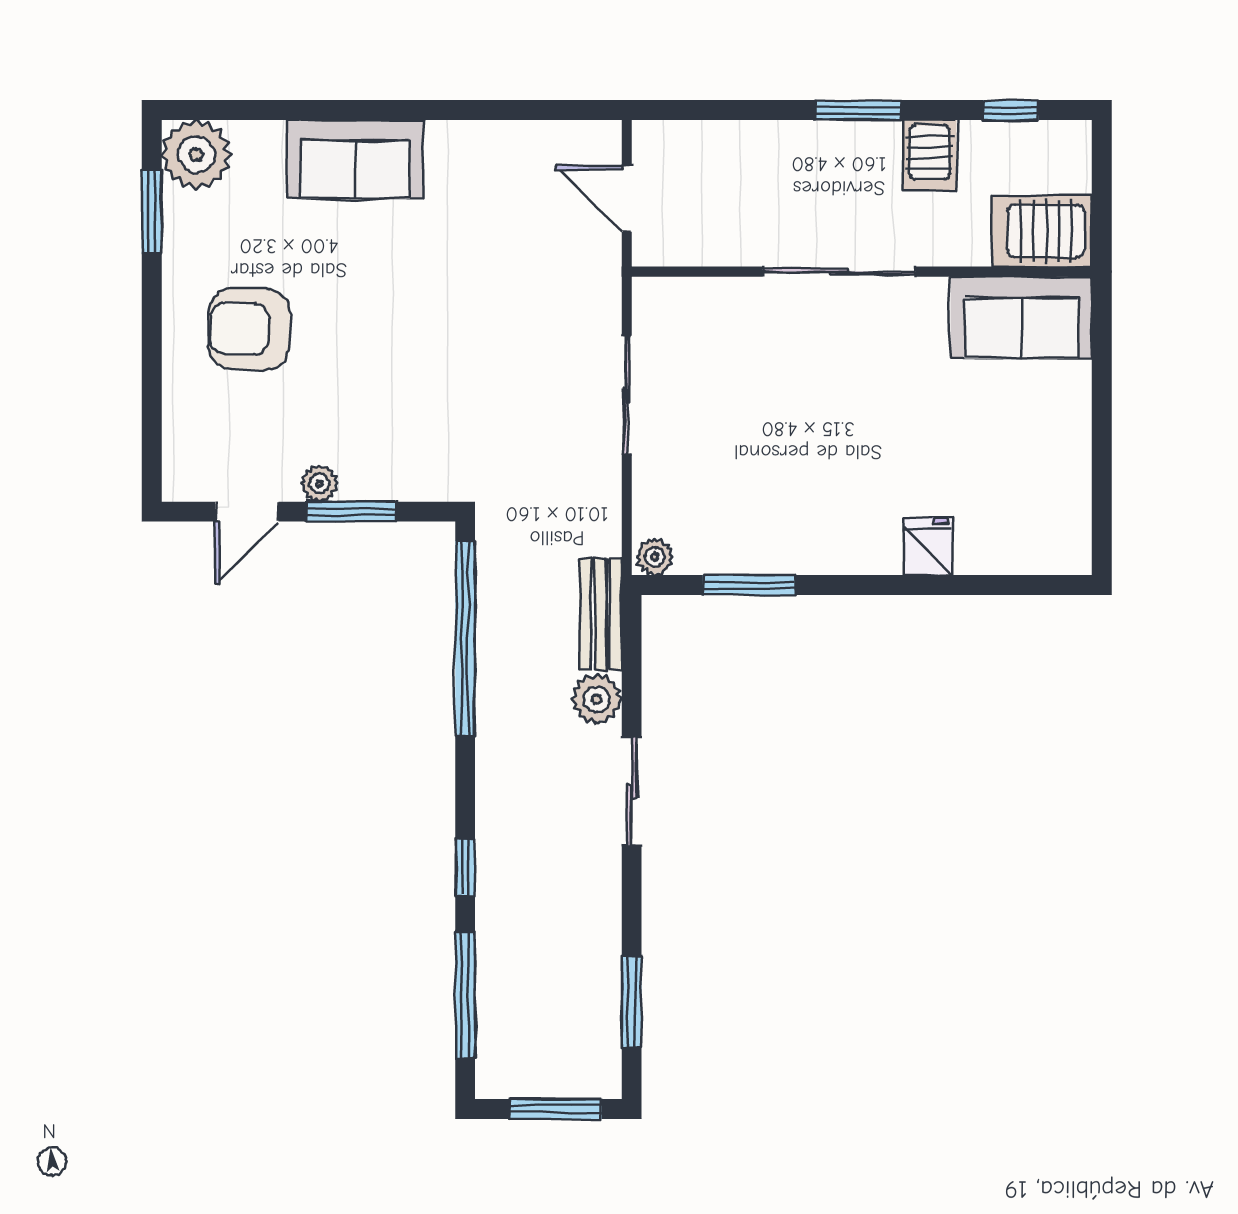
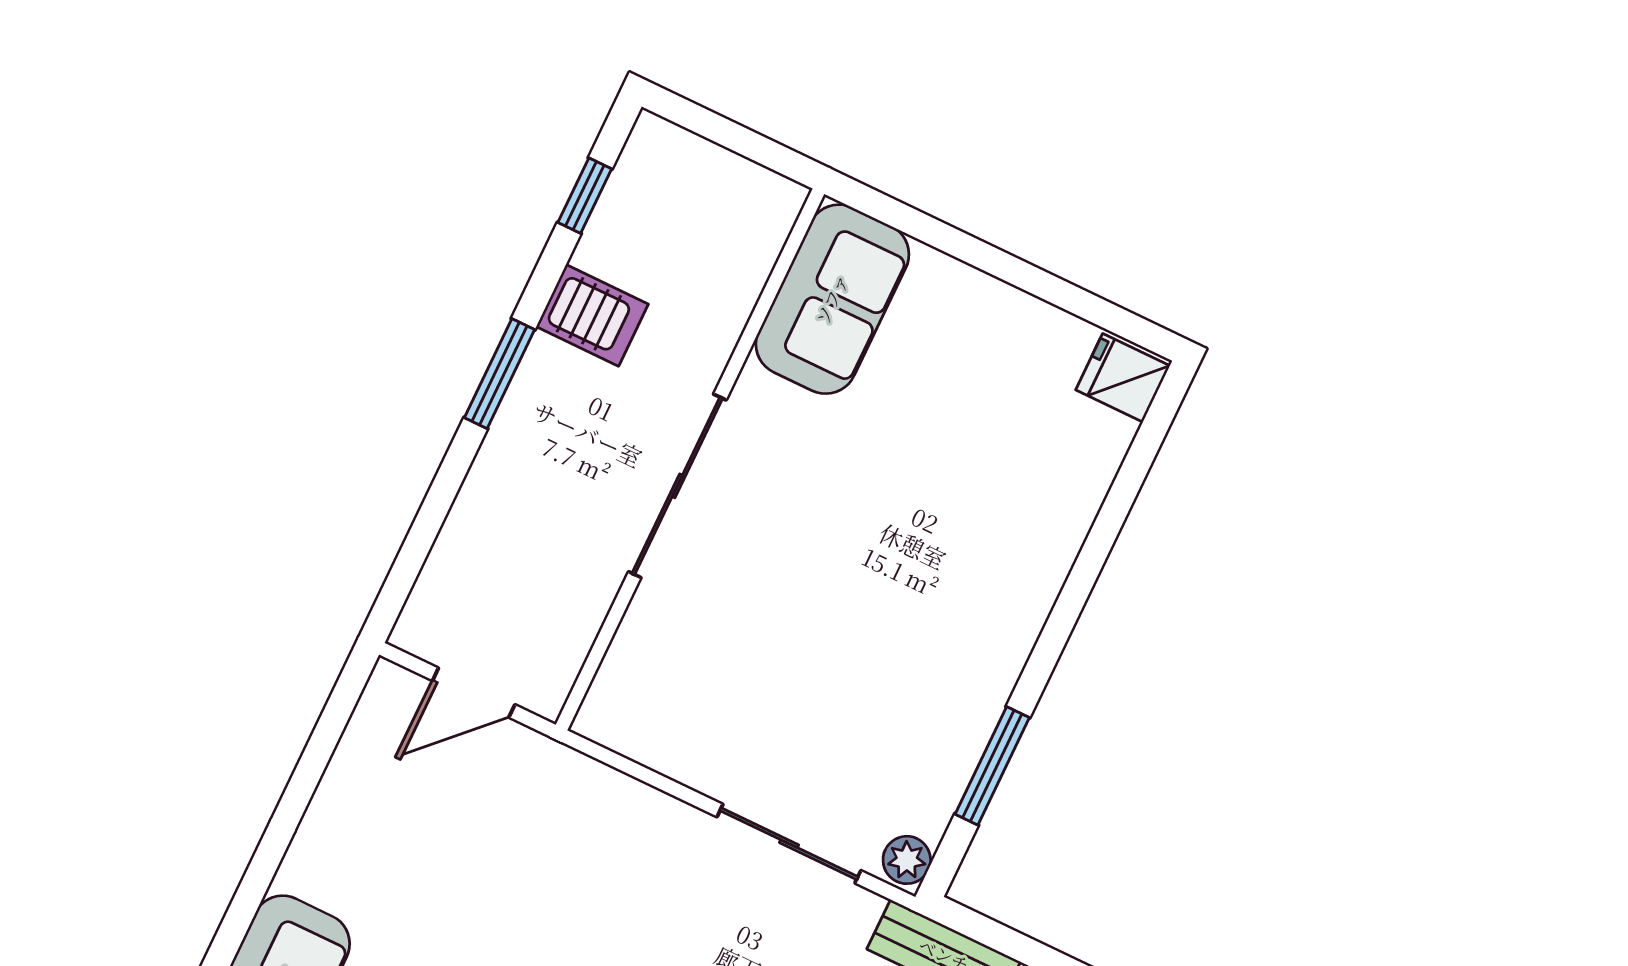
server rack: (1042, 231) -> (743, 227), removed
sliding door: (627, 395) -> (789, 844), moved
fridge: (928, 546) -> (1123, 378), moved

